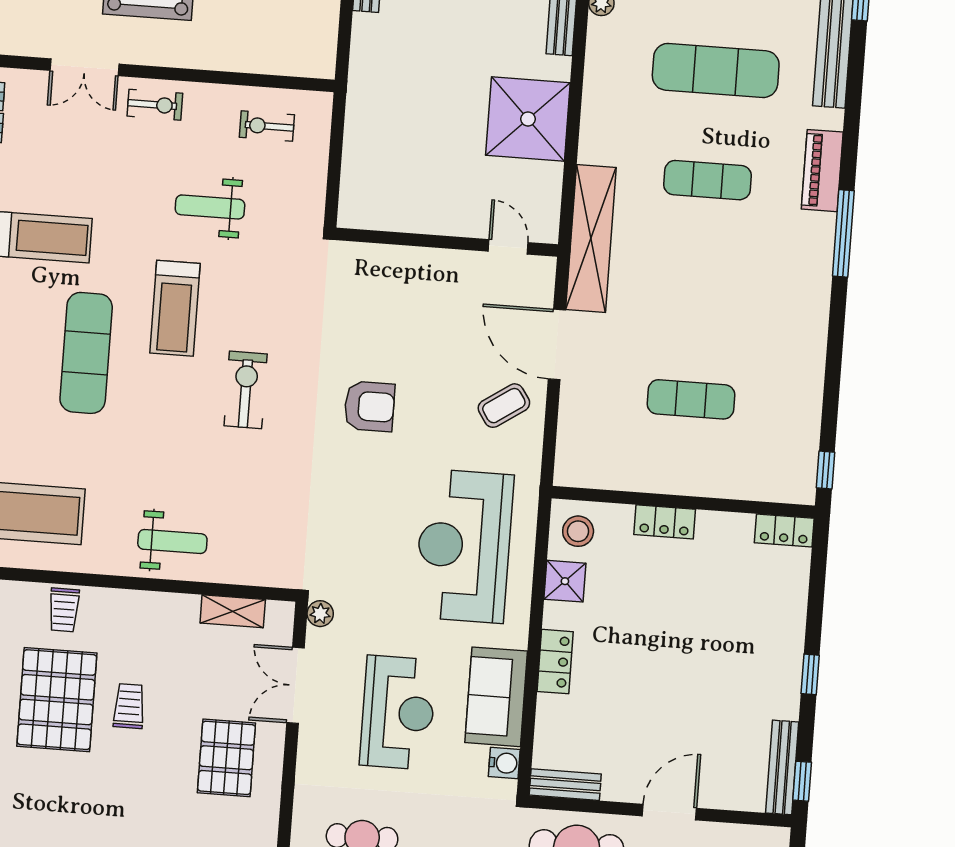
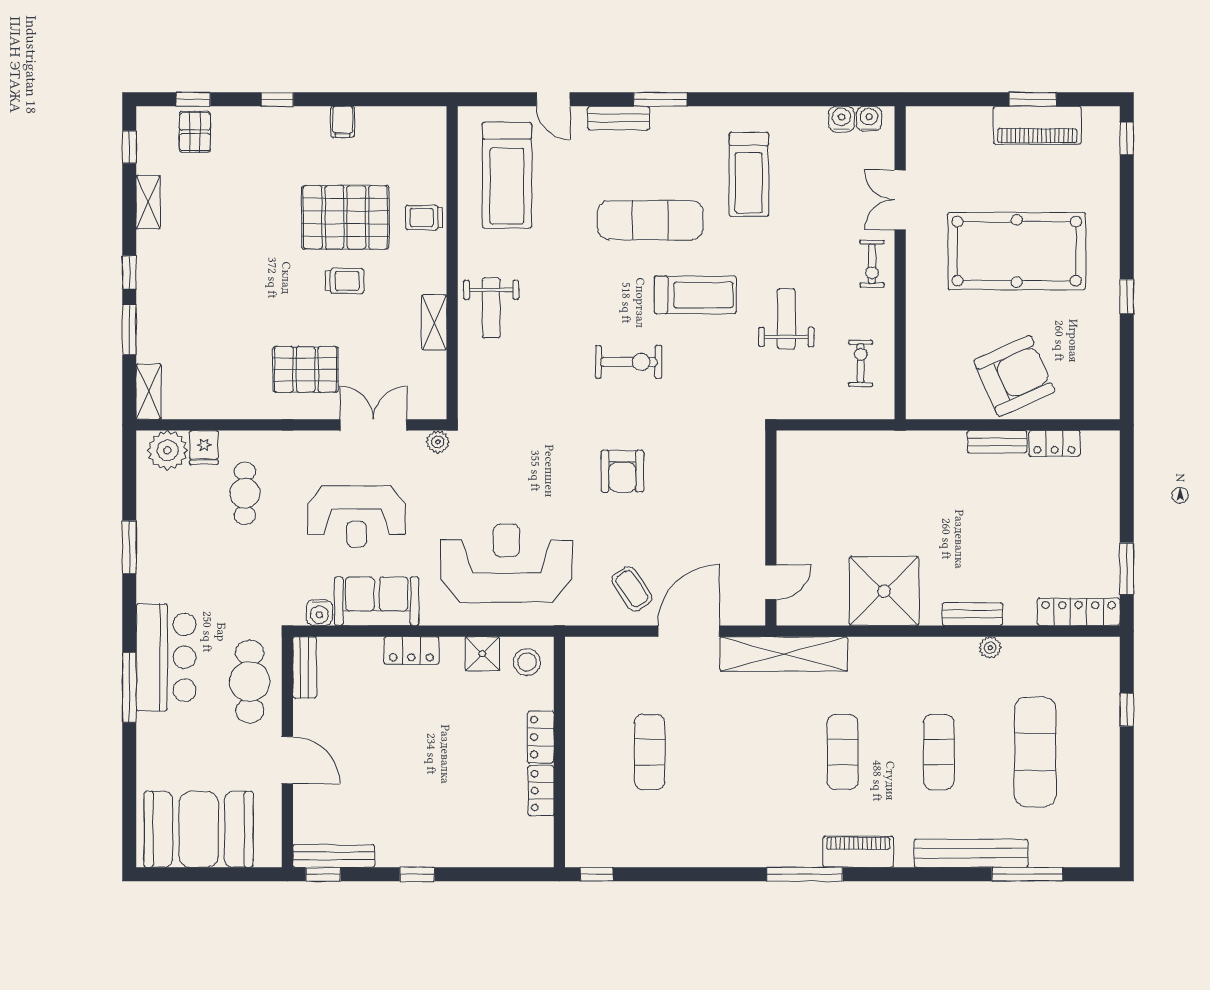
exercise mat: (716, 70) -> (939, 752), width x0.73, depth x0.69
treadmill: (175, 308) -> (695, 295), turned 180
locker: (784, 530) -> (541, 791), moved
shelving: (233, 611) -> (434, 322), moved

